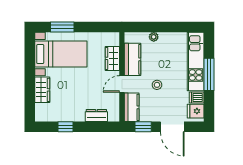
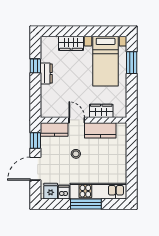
plant: (154, 37) -> (122, 151), removed
dresser: (96, 116) -> (46, 73), moved

